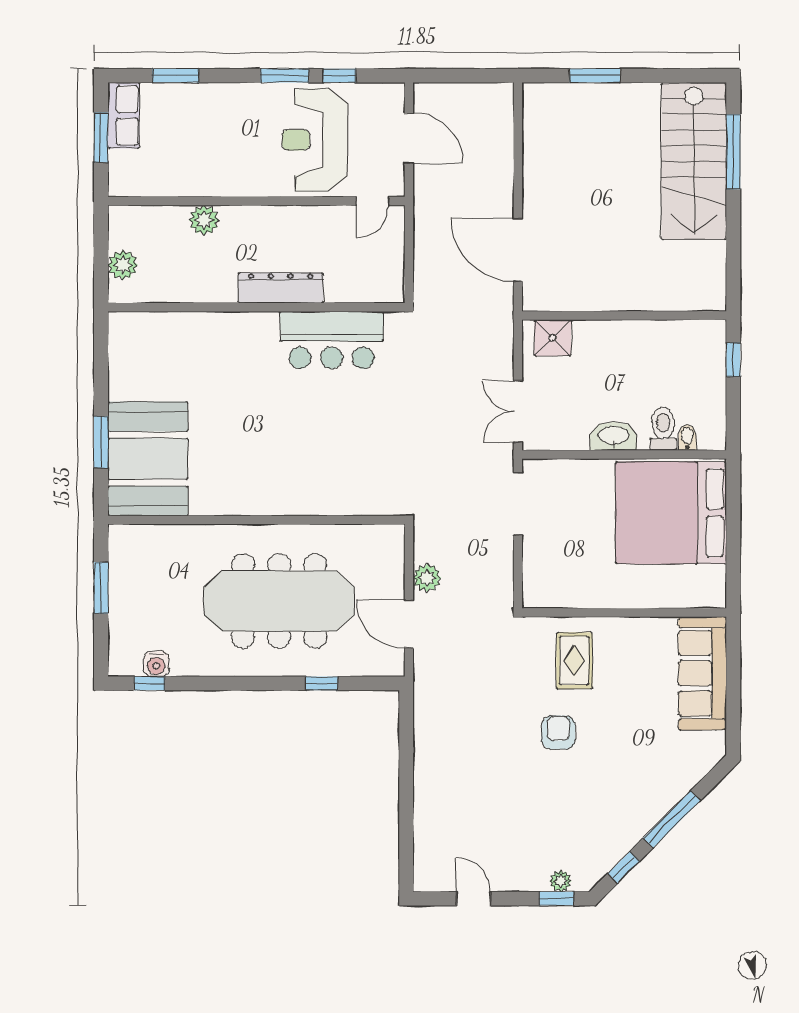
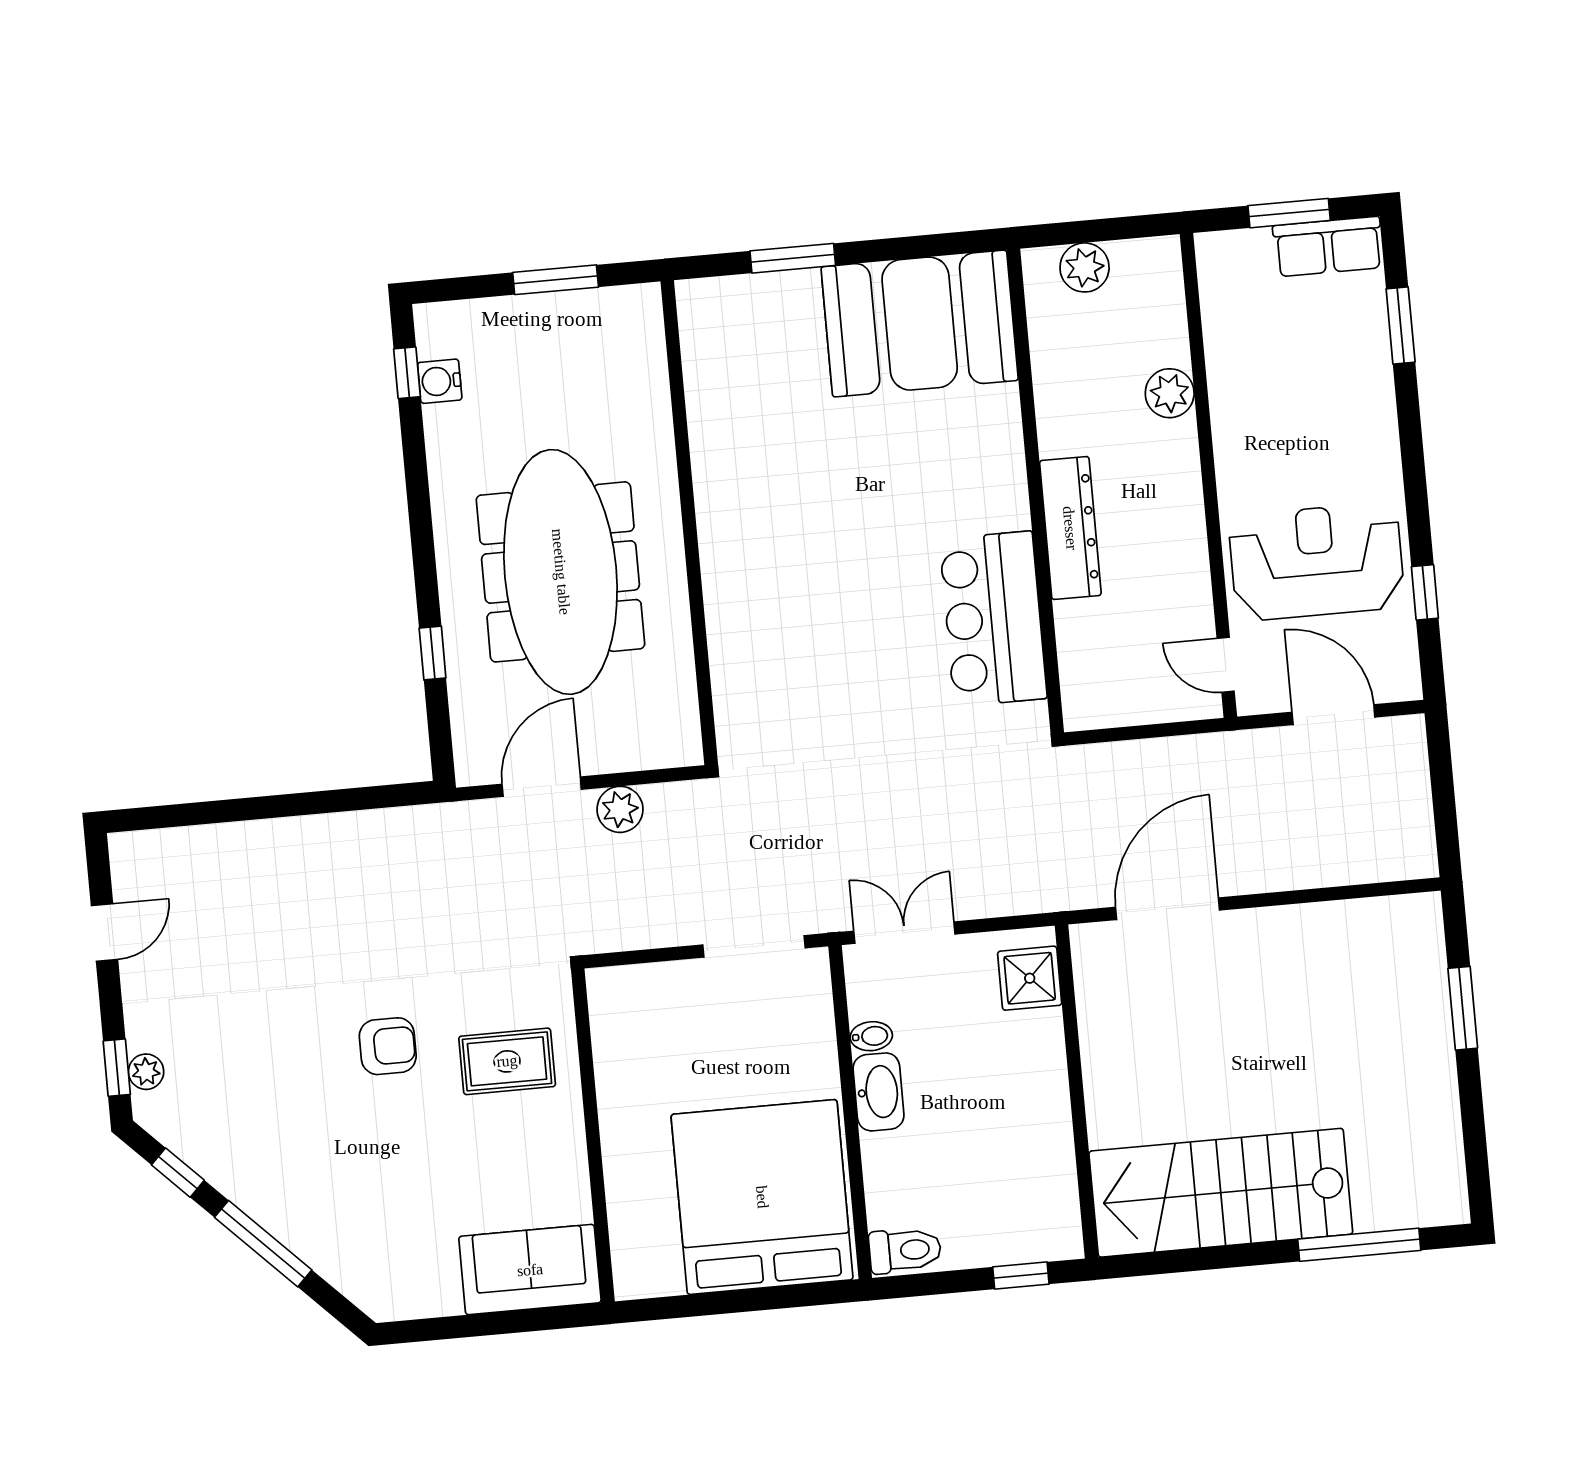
window: (285, 76) -> (1417, 503), removed
door: (409, 138) -> (1333, 715), swing flipped
stairs: (694, 161) -> (1221, 1193), moved
toilet: (663, 429) -> (905, 1250), moved
bidet: (687, 437) -> (871, 1036), moved
booth: (148, 459) -> (920, 324), moved
sofa: (702, 673) -> (530, 1270), width x0.73

